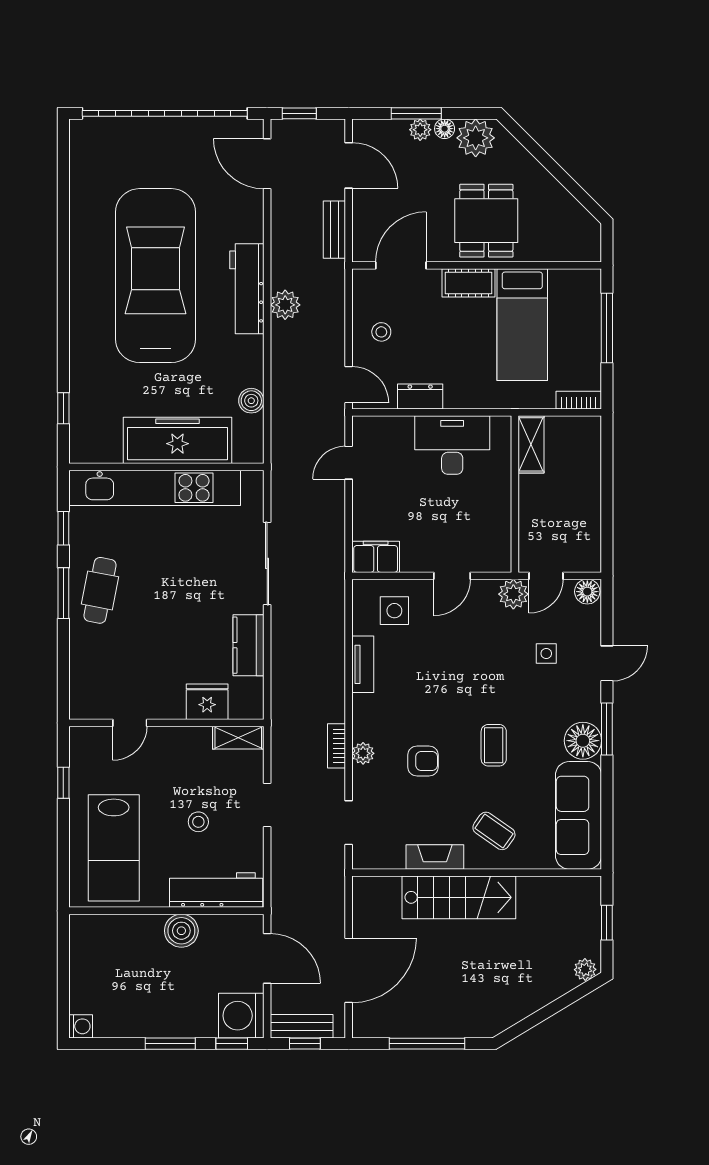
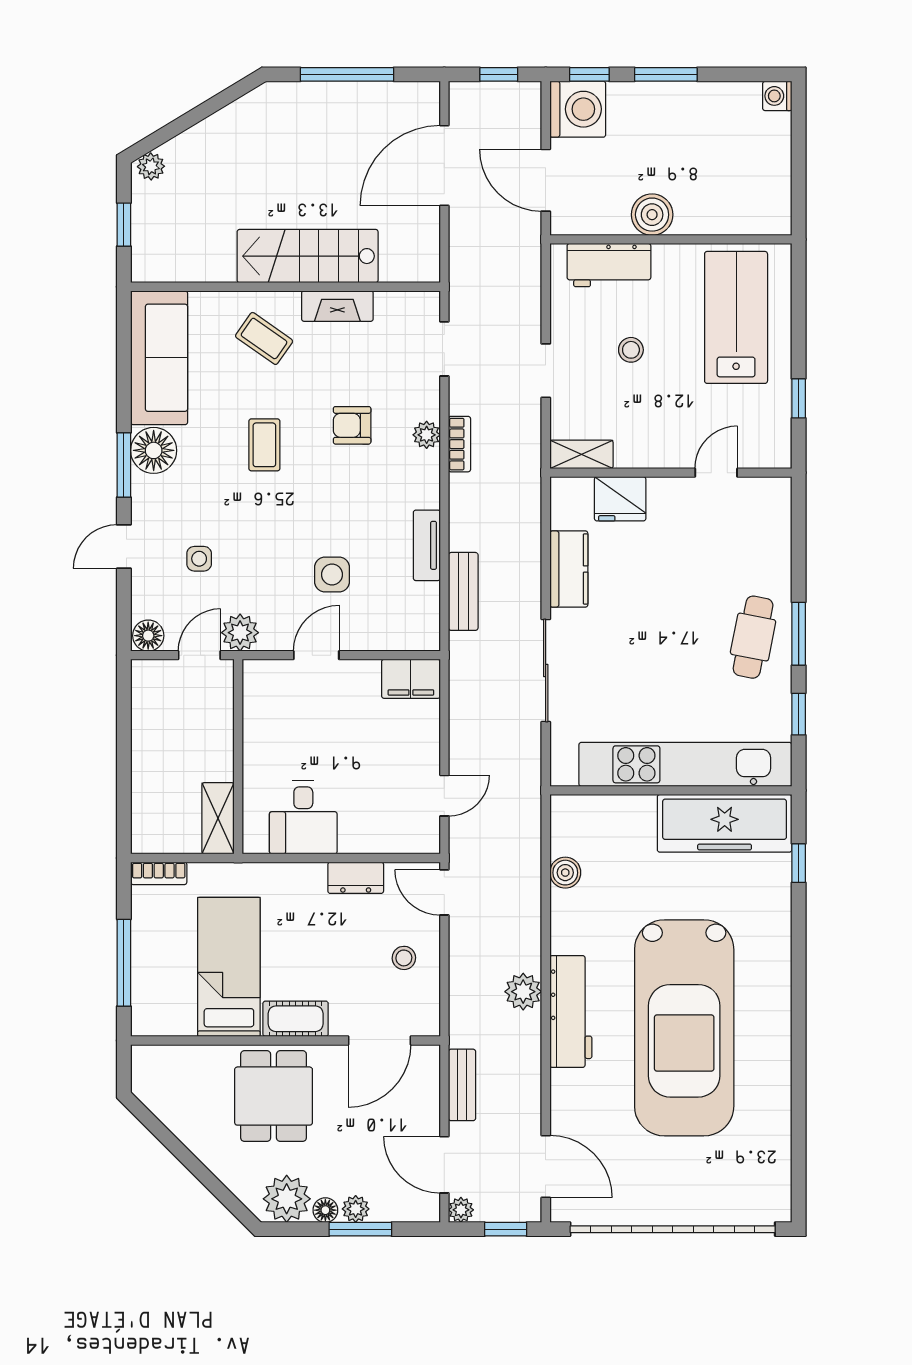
plant: (335, 129) -> (461, 1210), added
freezer: (177, 440) -> (725, 823), moved
desk: (452, 445) -> (303, 817), width x0.73
side table: (394, 611) -> (332, 575), moved
workbench: (216, 890) -> (609, 265), width x0.73
bench: (302, 1026) -> (463, 591), moved, turned 90

